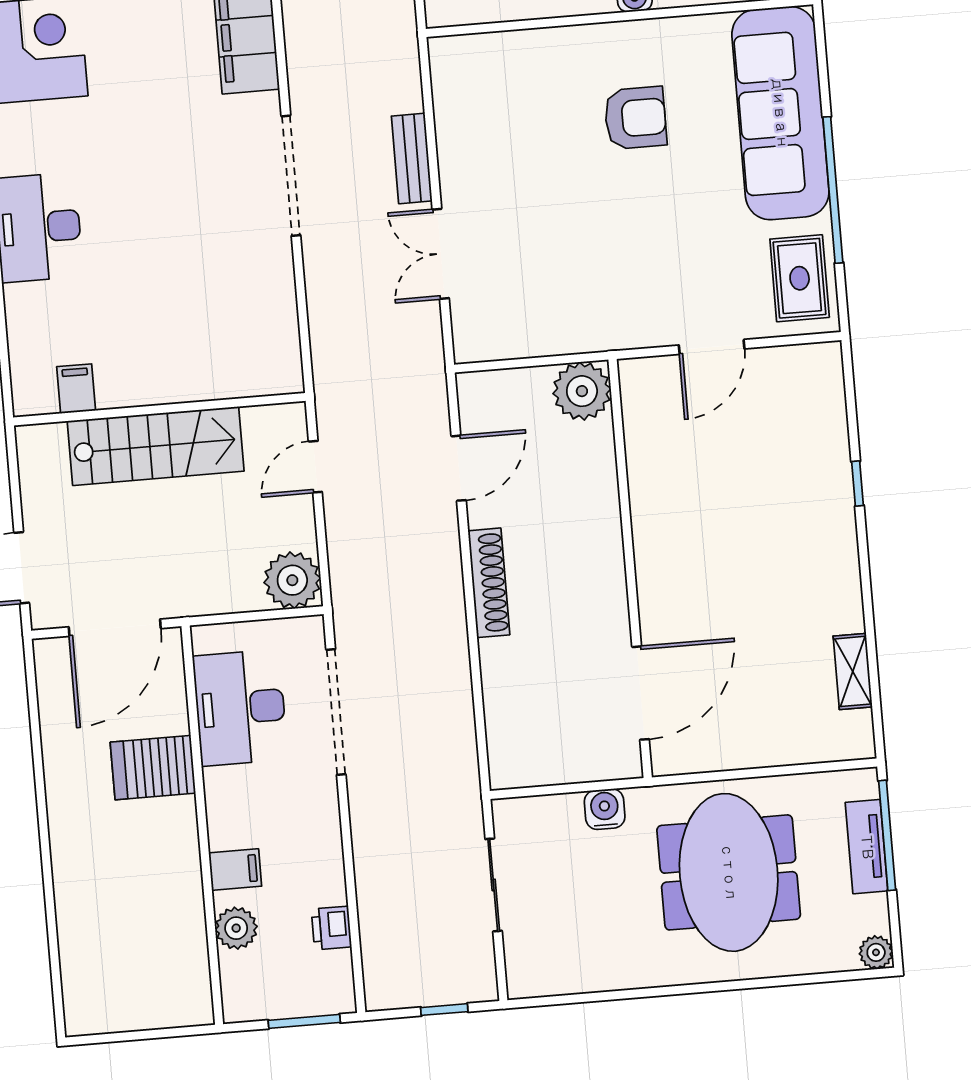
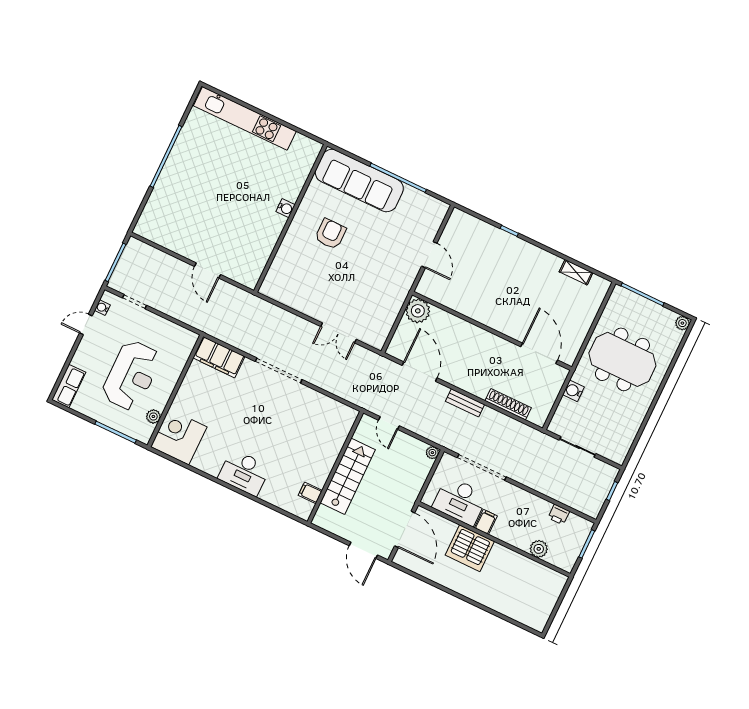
bench: (412, 159) -> (465, 403), moved
rug: (800, 278) -> (423, 208), removed
door: (459, 468) -> (420, 372), width x1.36
plant: (292, 580) -> (432, 453), width x0.53, depth x0.53
shoe rack: (489, 583) -> (508, 404), moved
server rack: (153, 768) -> (470, 548), width x1.60
tv unit: (867, 847) -> (642, 304), removed
filing cabinet: (235, 870) -> (486, 522), moved

